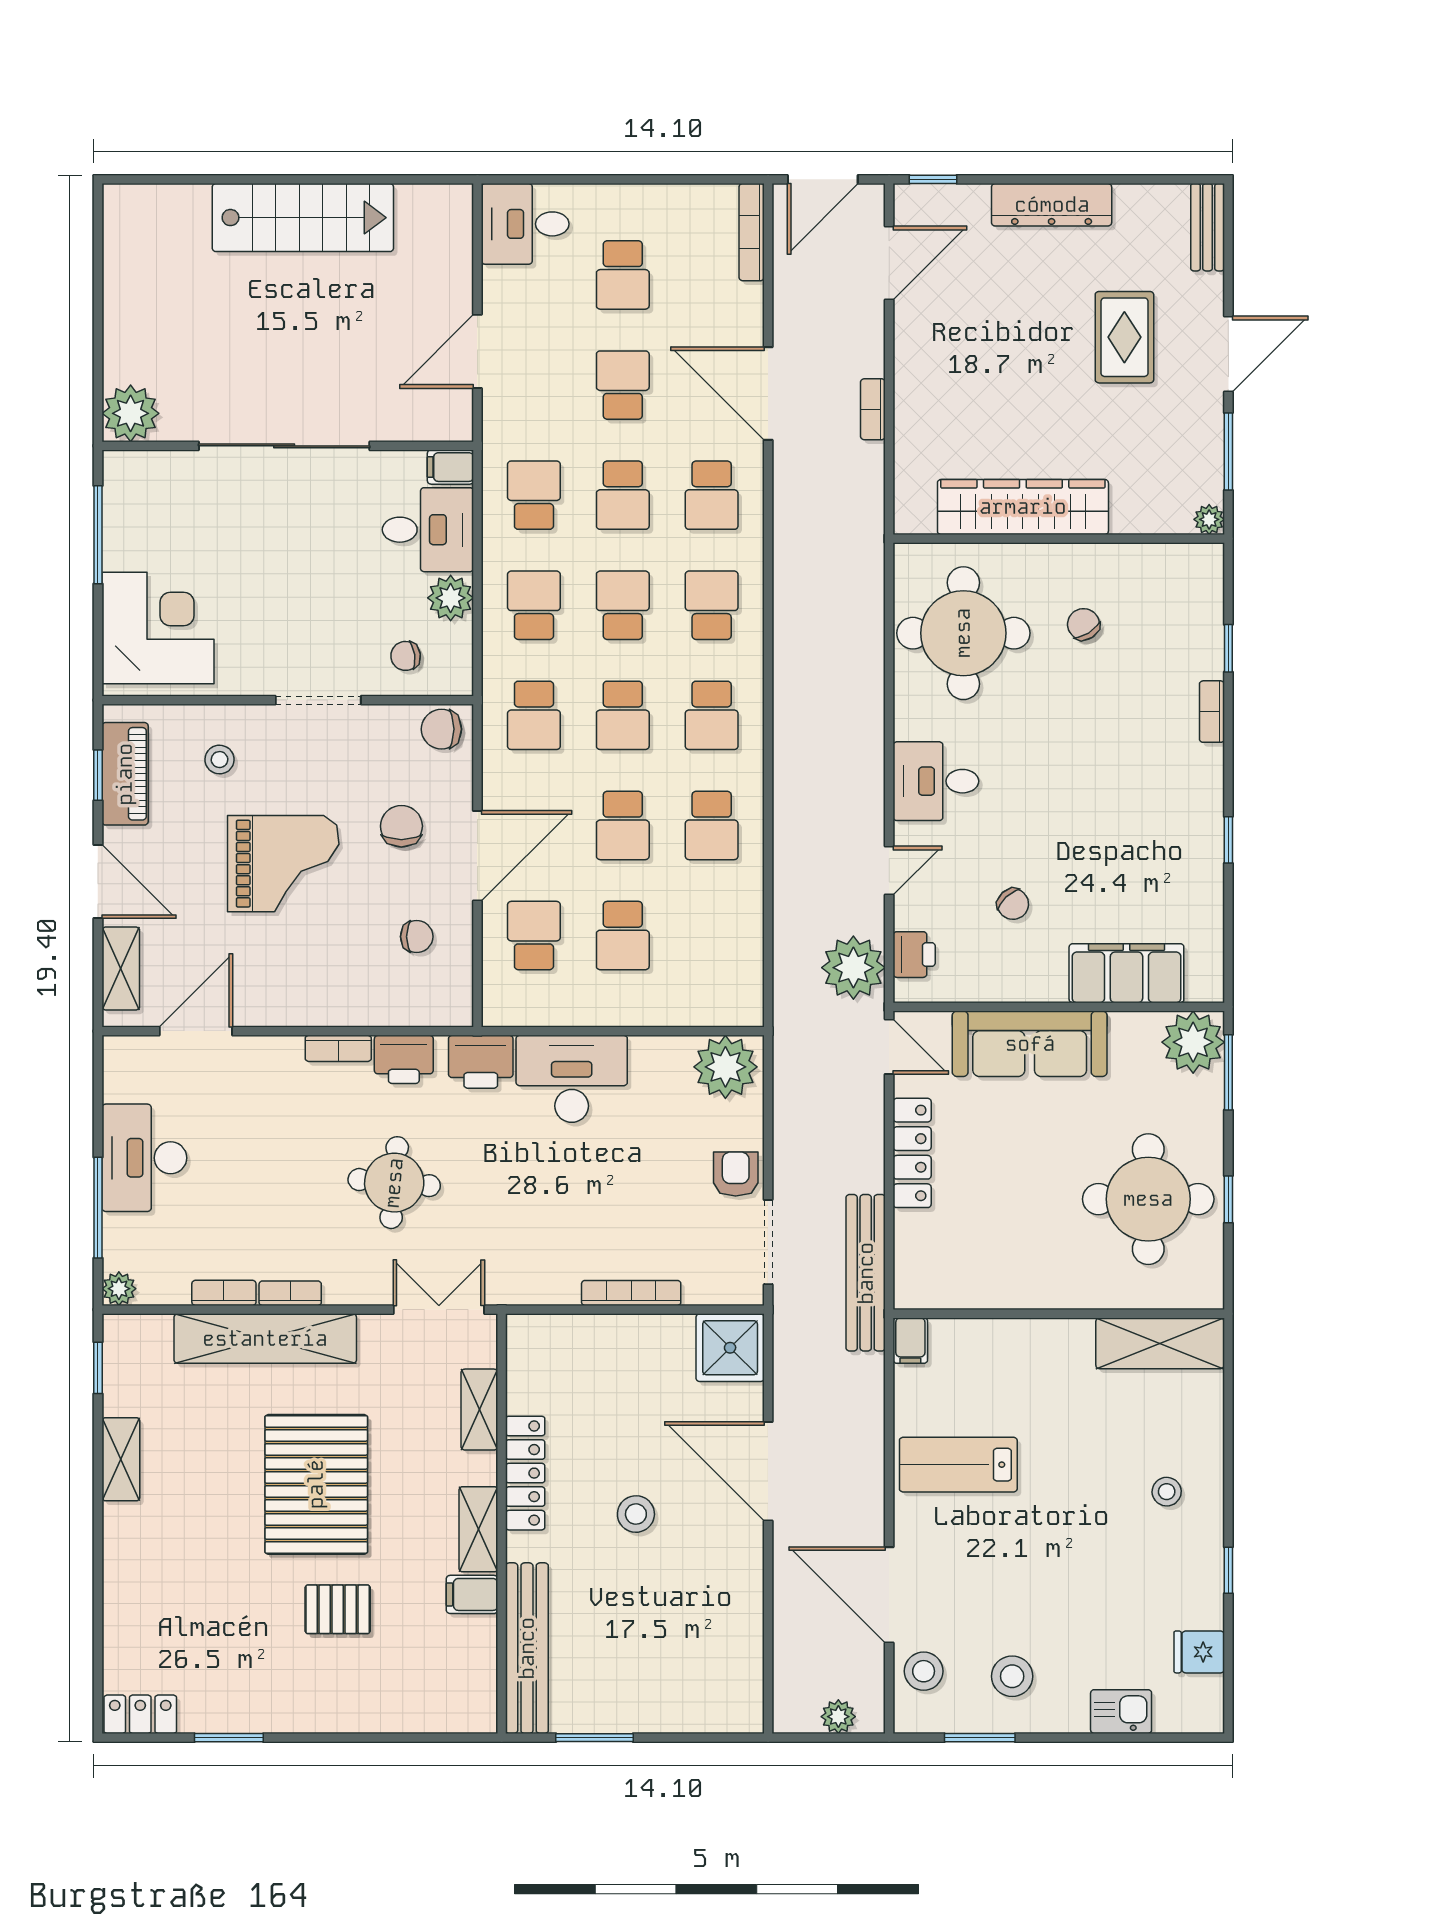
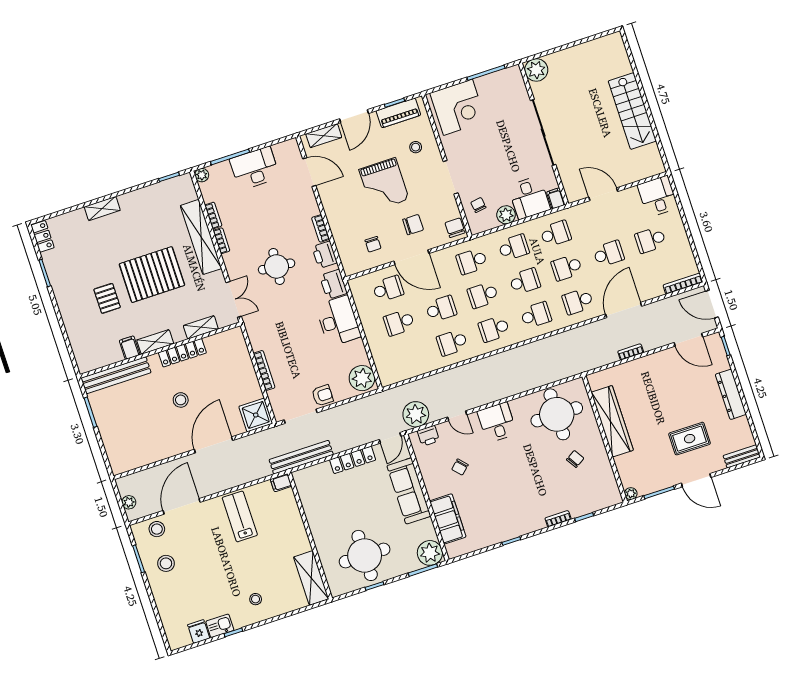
school desk: (623, 825) -> (441, 309), turned 180
shelving: (121, 1459) -> (102, 209), moved
kitchen sink: (1121, 1712) -> (220, 626), moved, turned -90

